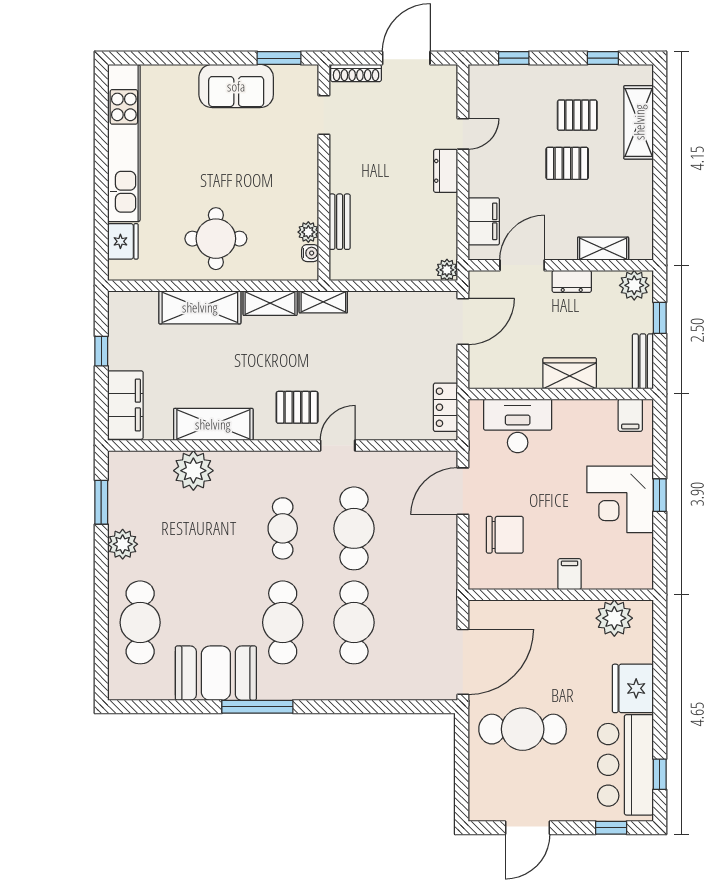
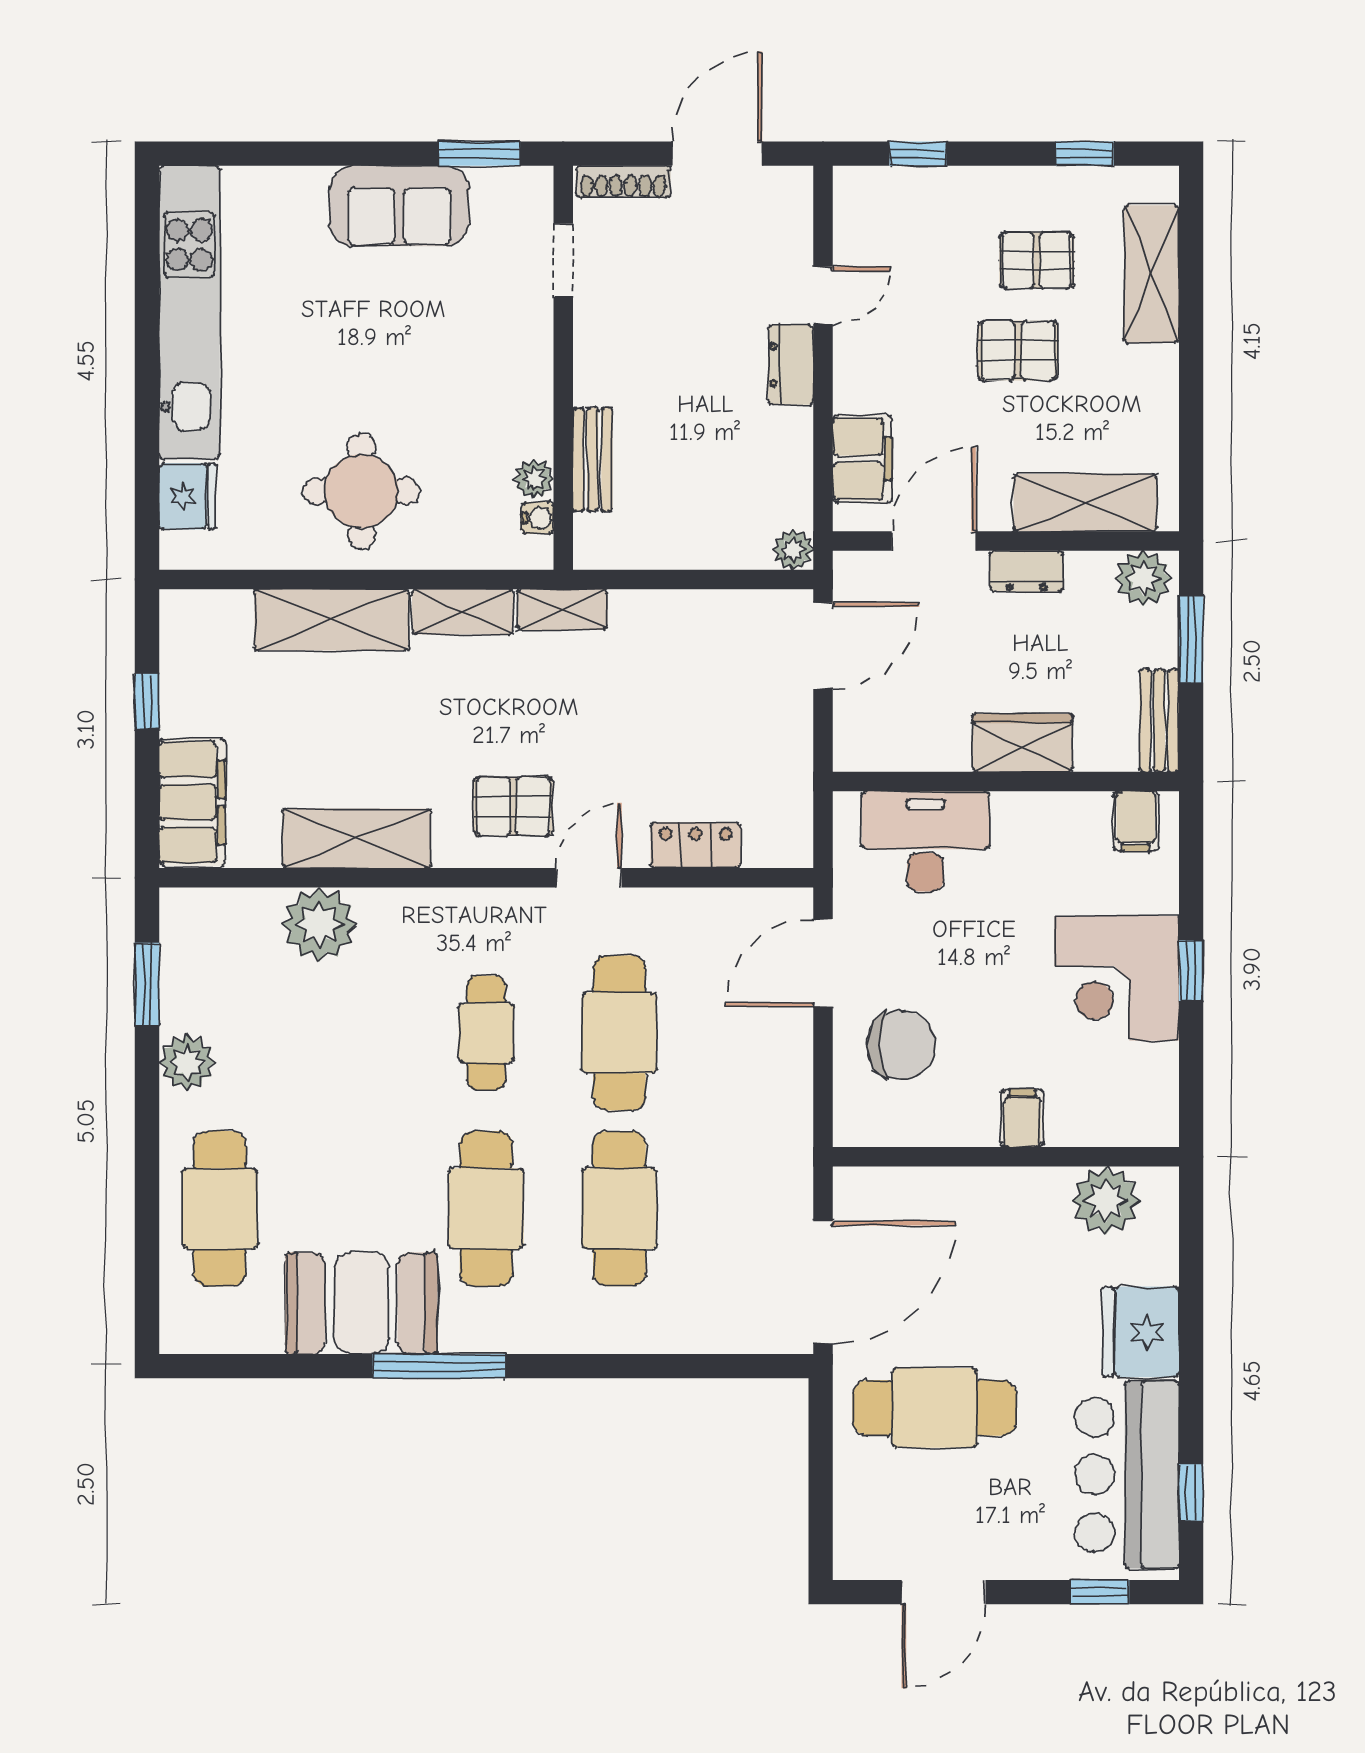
shelving: (603, 249) -> (1085, 503), width x1.50, depth x1.33
window: (660, 318) -> (1191, 639), width x1.50
locker: (446, 407) -> (696, 845), moved, turned 90

